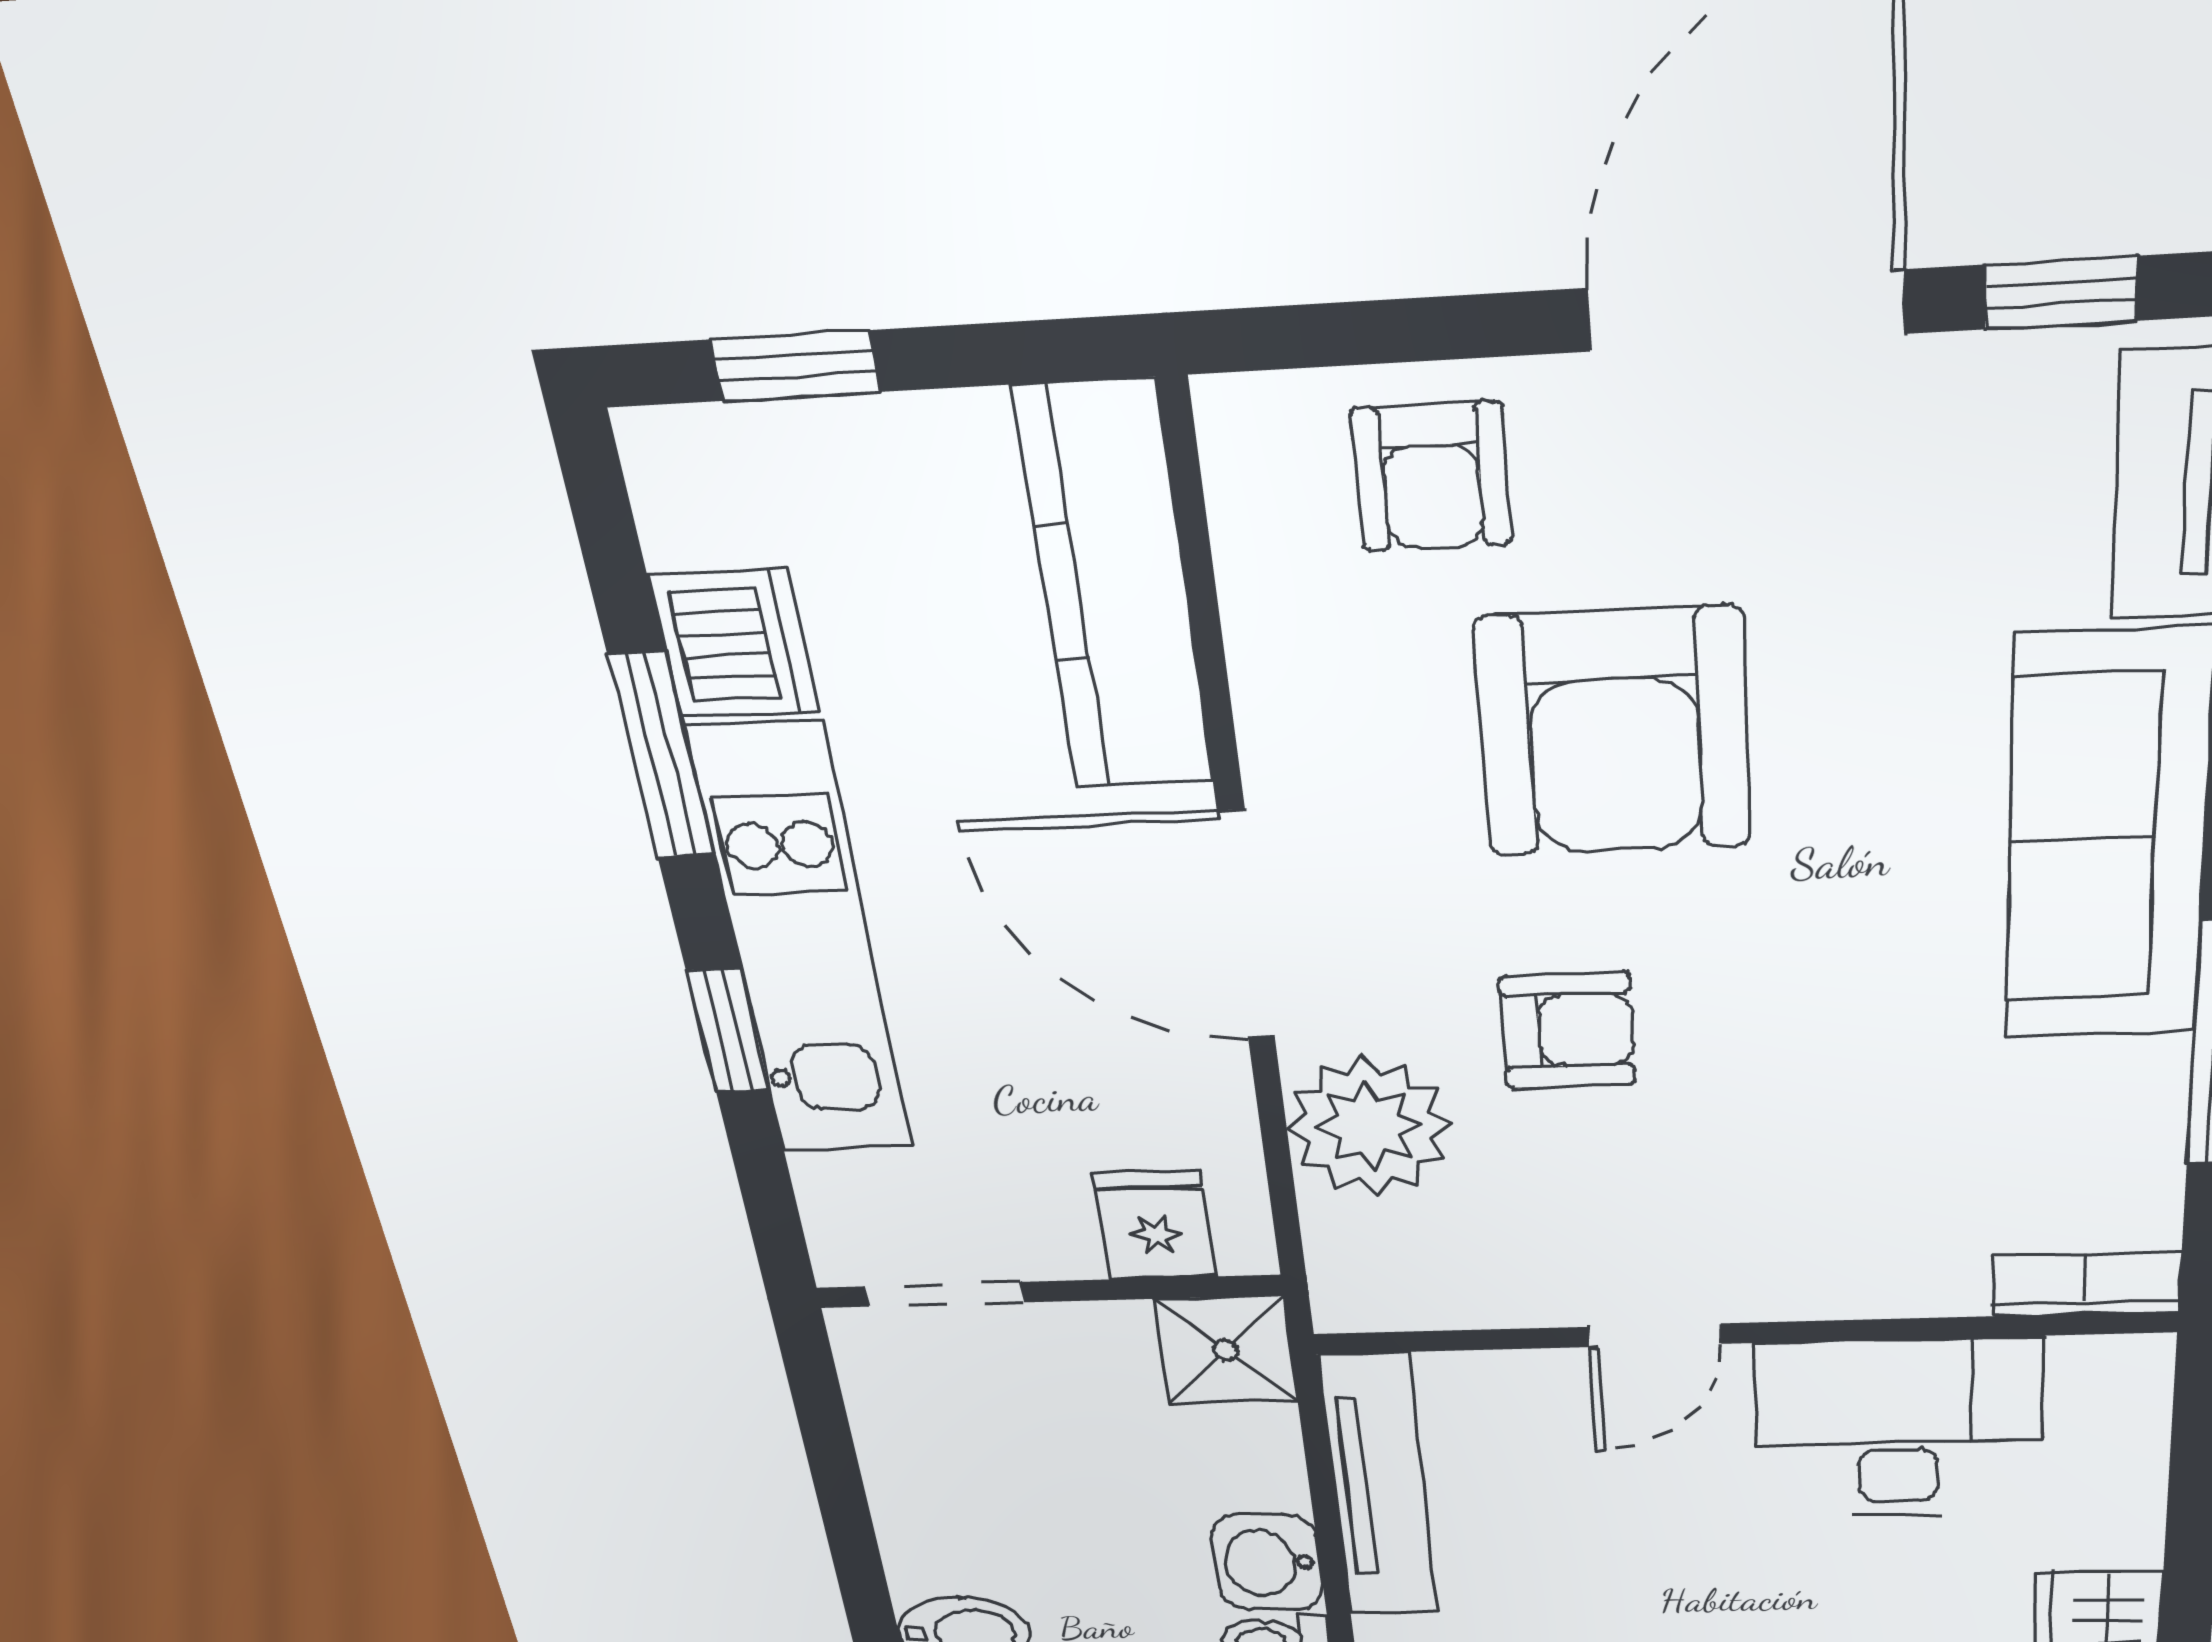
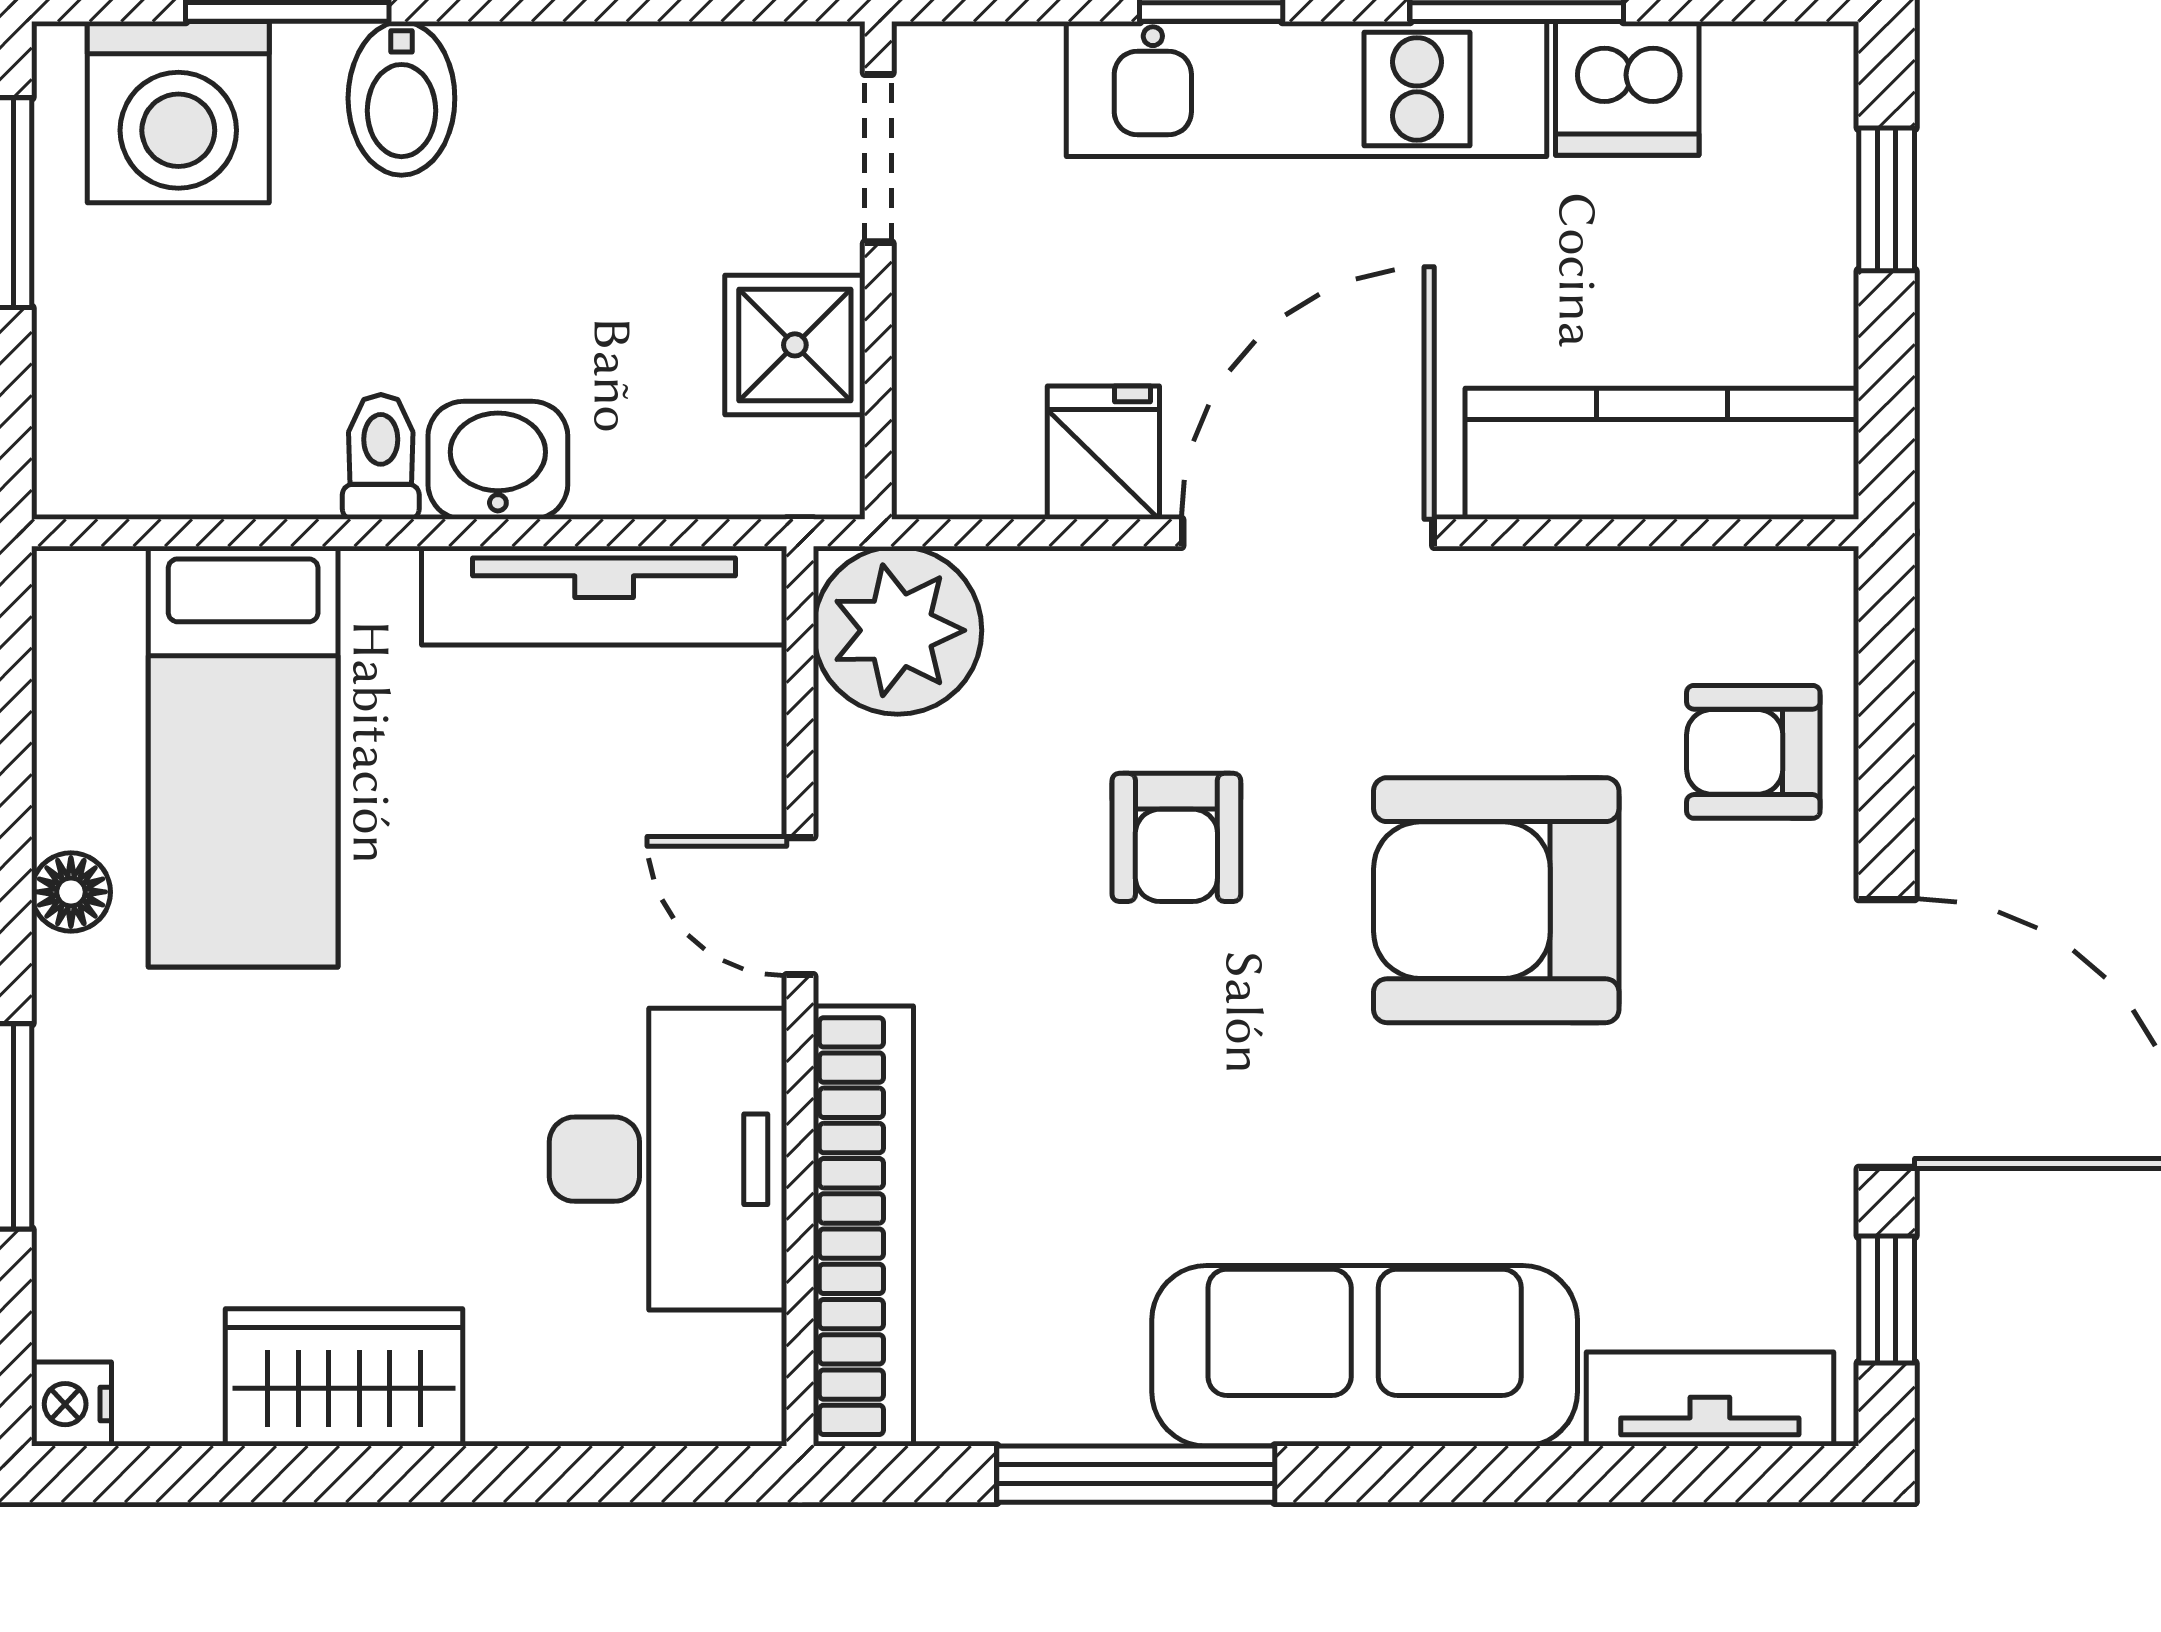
plant: (1369, 1127) -> (898, 630), moved
fridge: (1155, 1226) -> (1103, 453), moved, turned -90
bookcase: (2086, 1284) -> (863, 1226), width x2.31, depth x1.31
shower: (1226, 1350) -> (795, 345), moved

